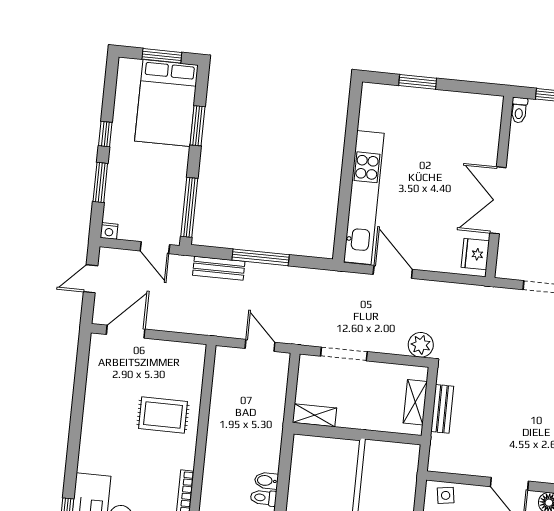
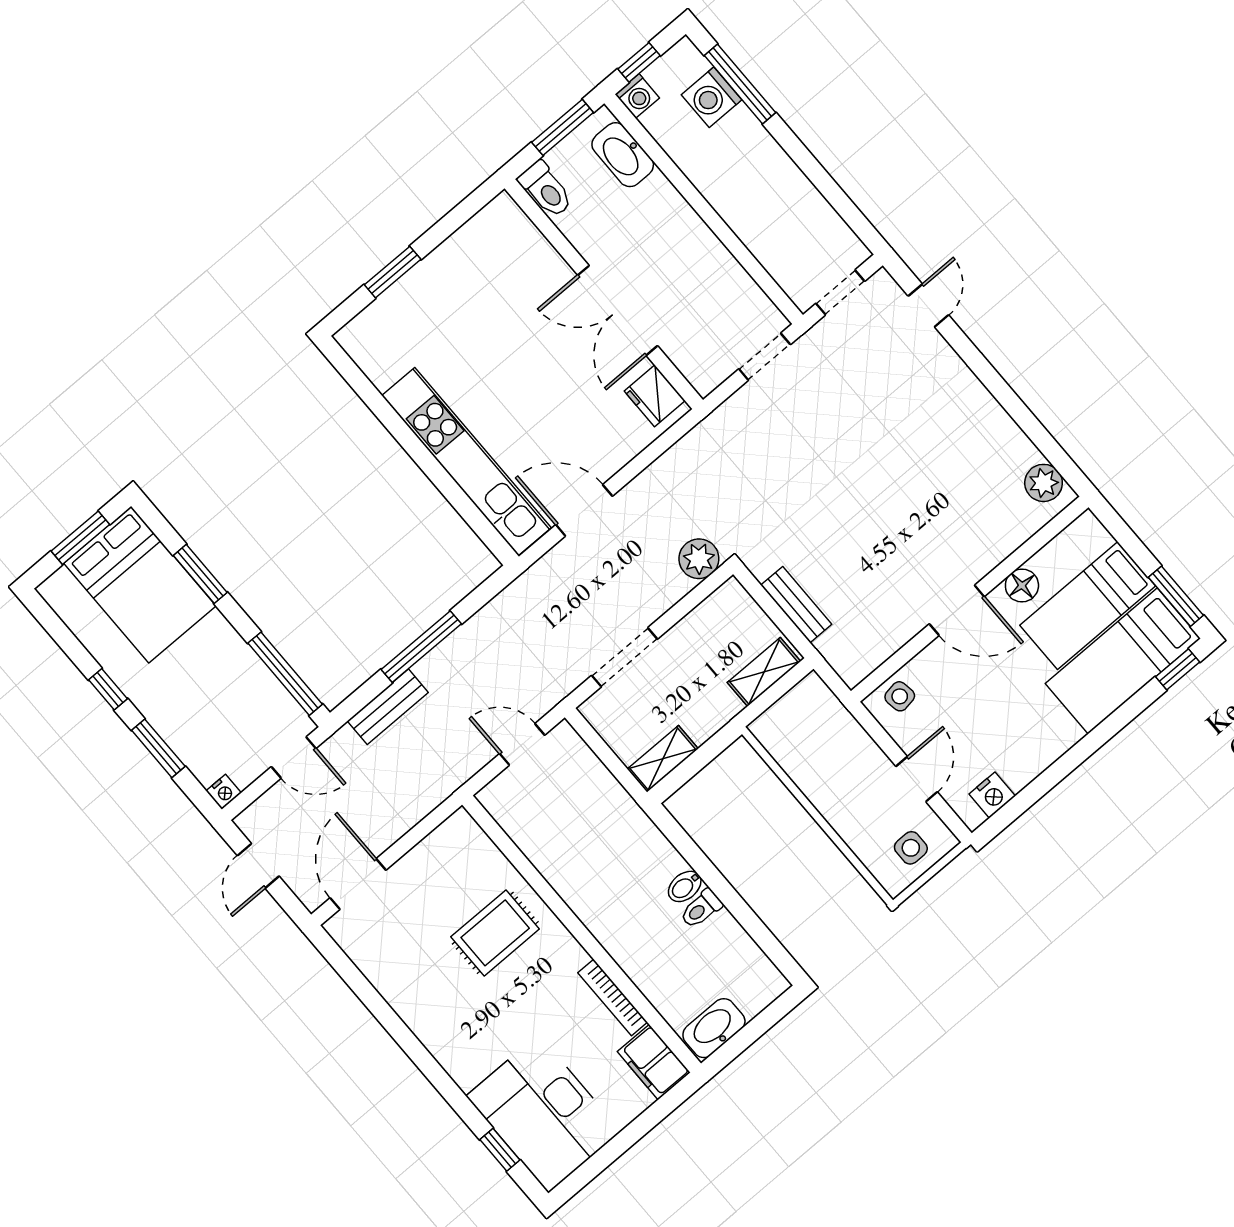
toilet: (519, 110) -> (546, 189), width x1.37, depth x1.39
shelving: (415, 402) -> (764, 672), moved, turned 90

